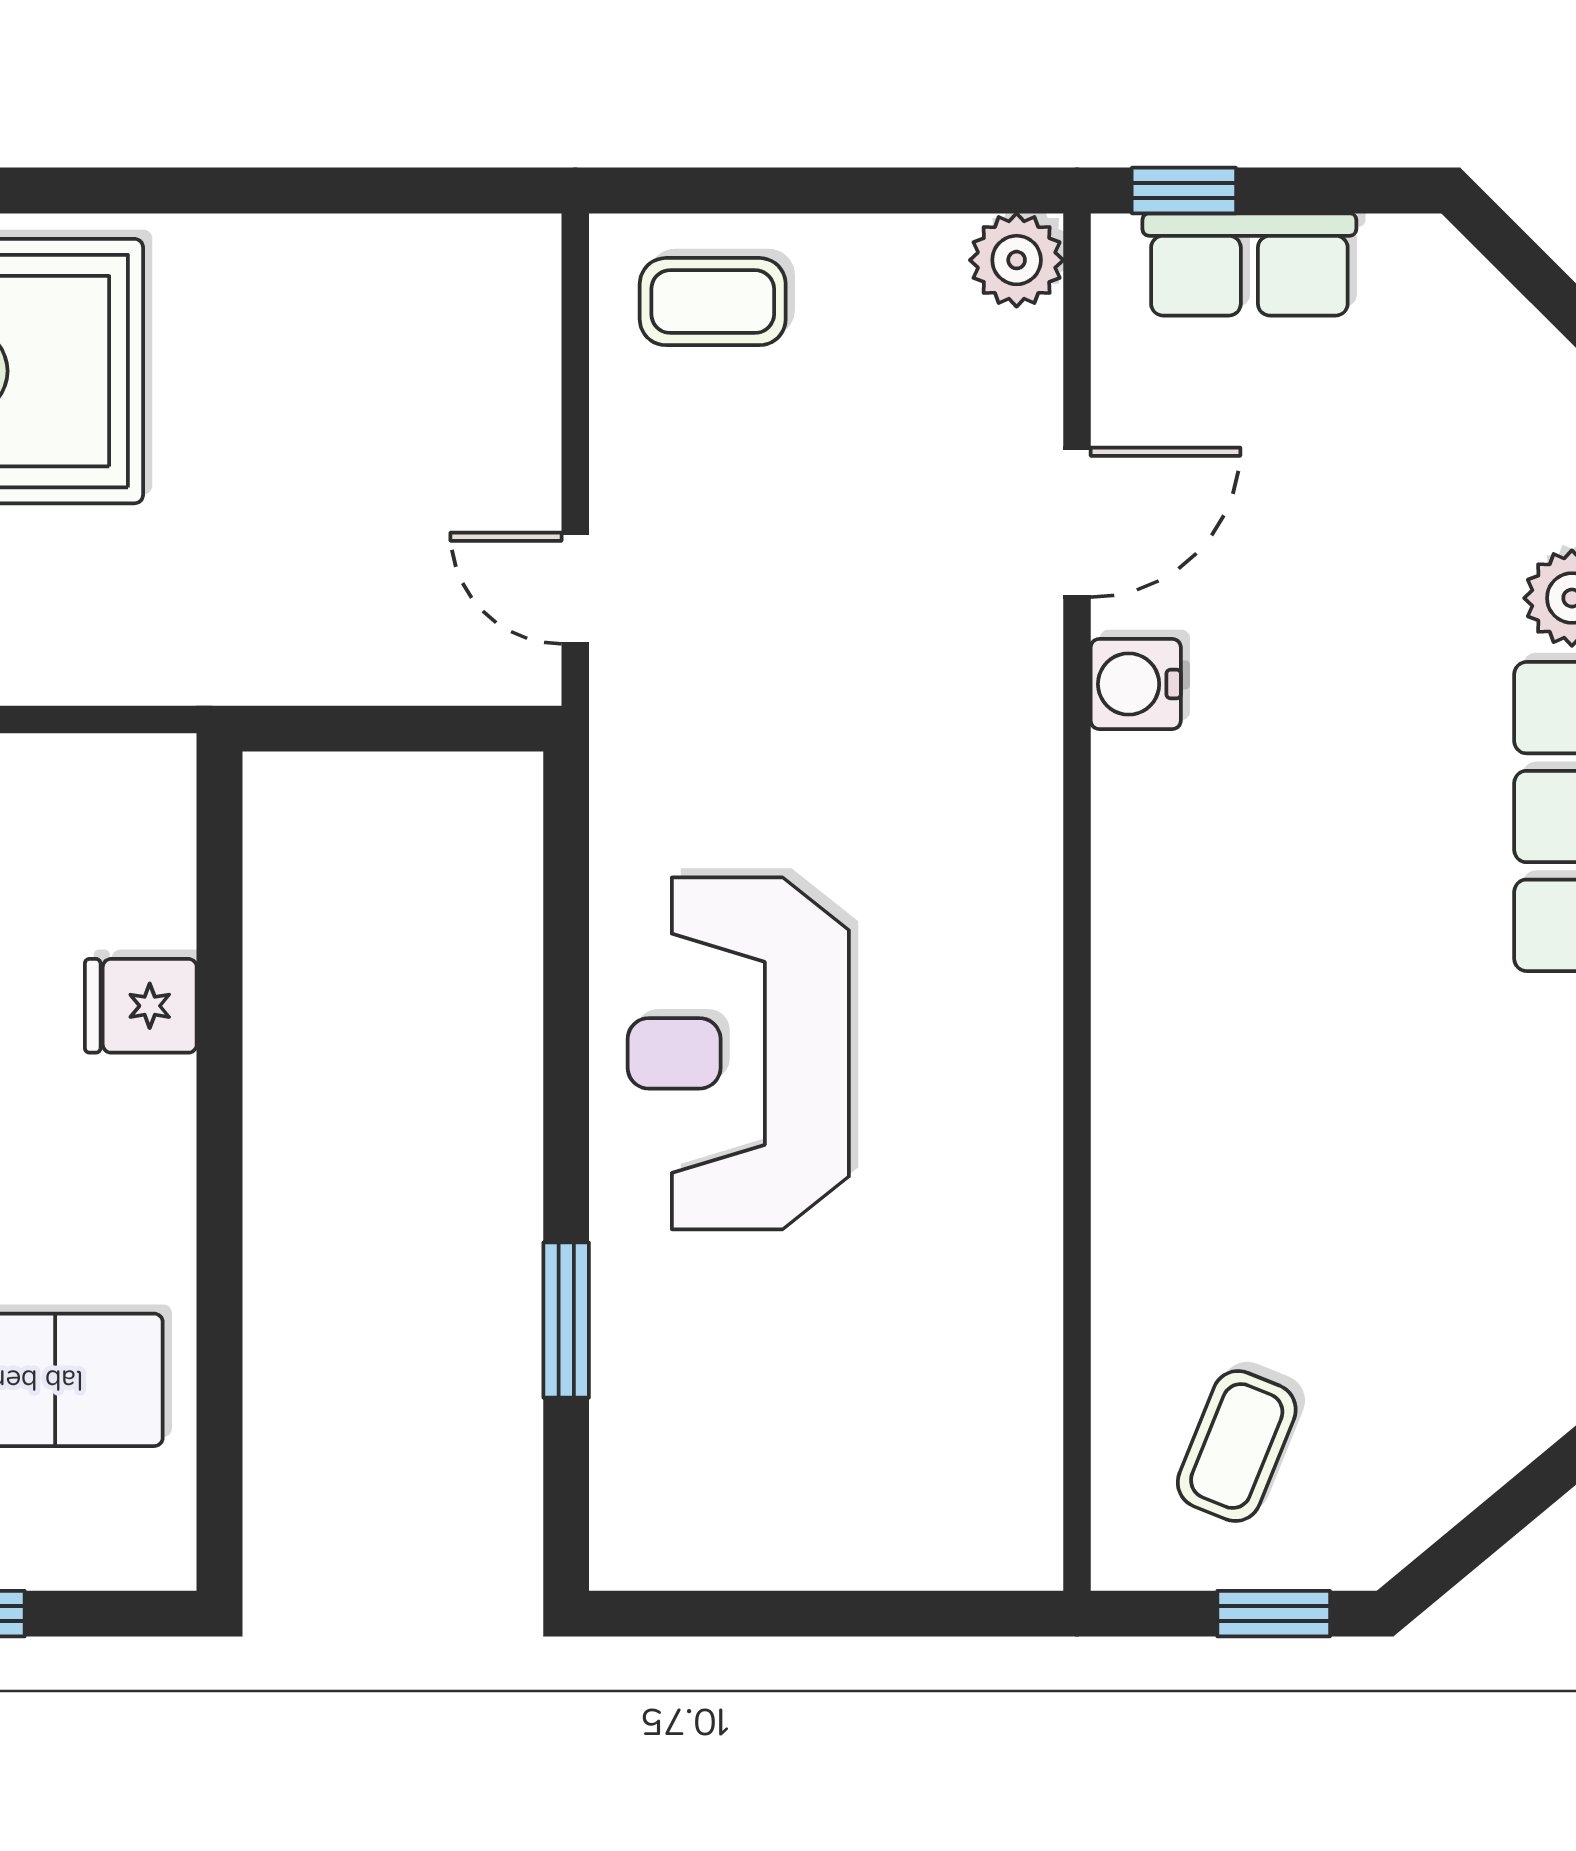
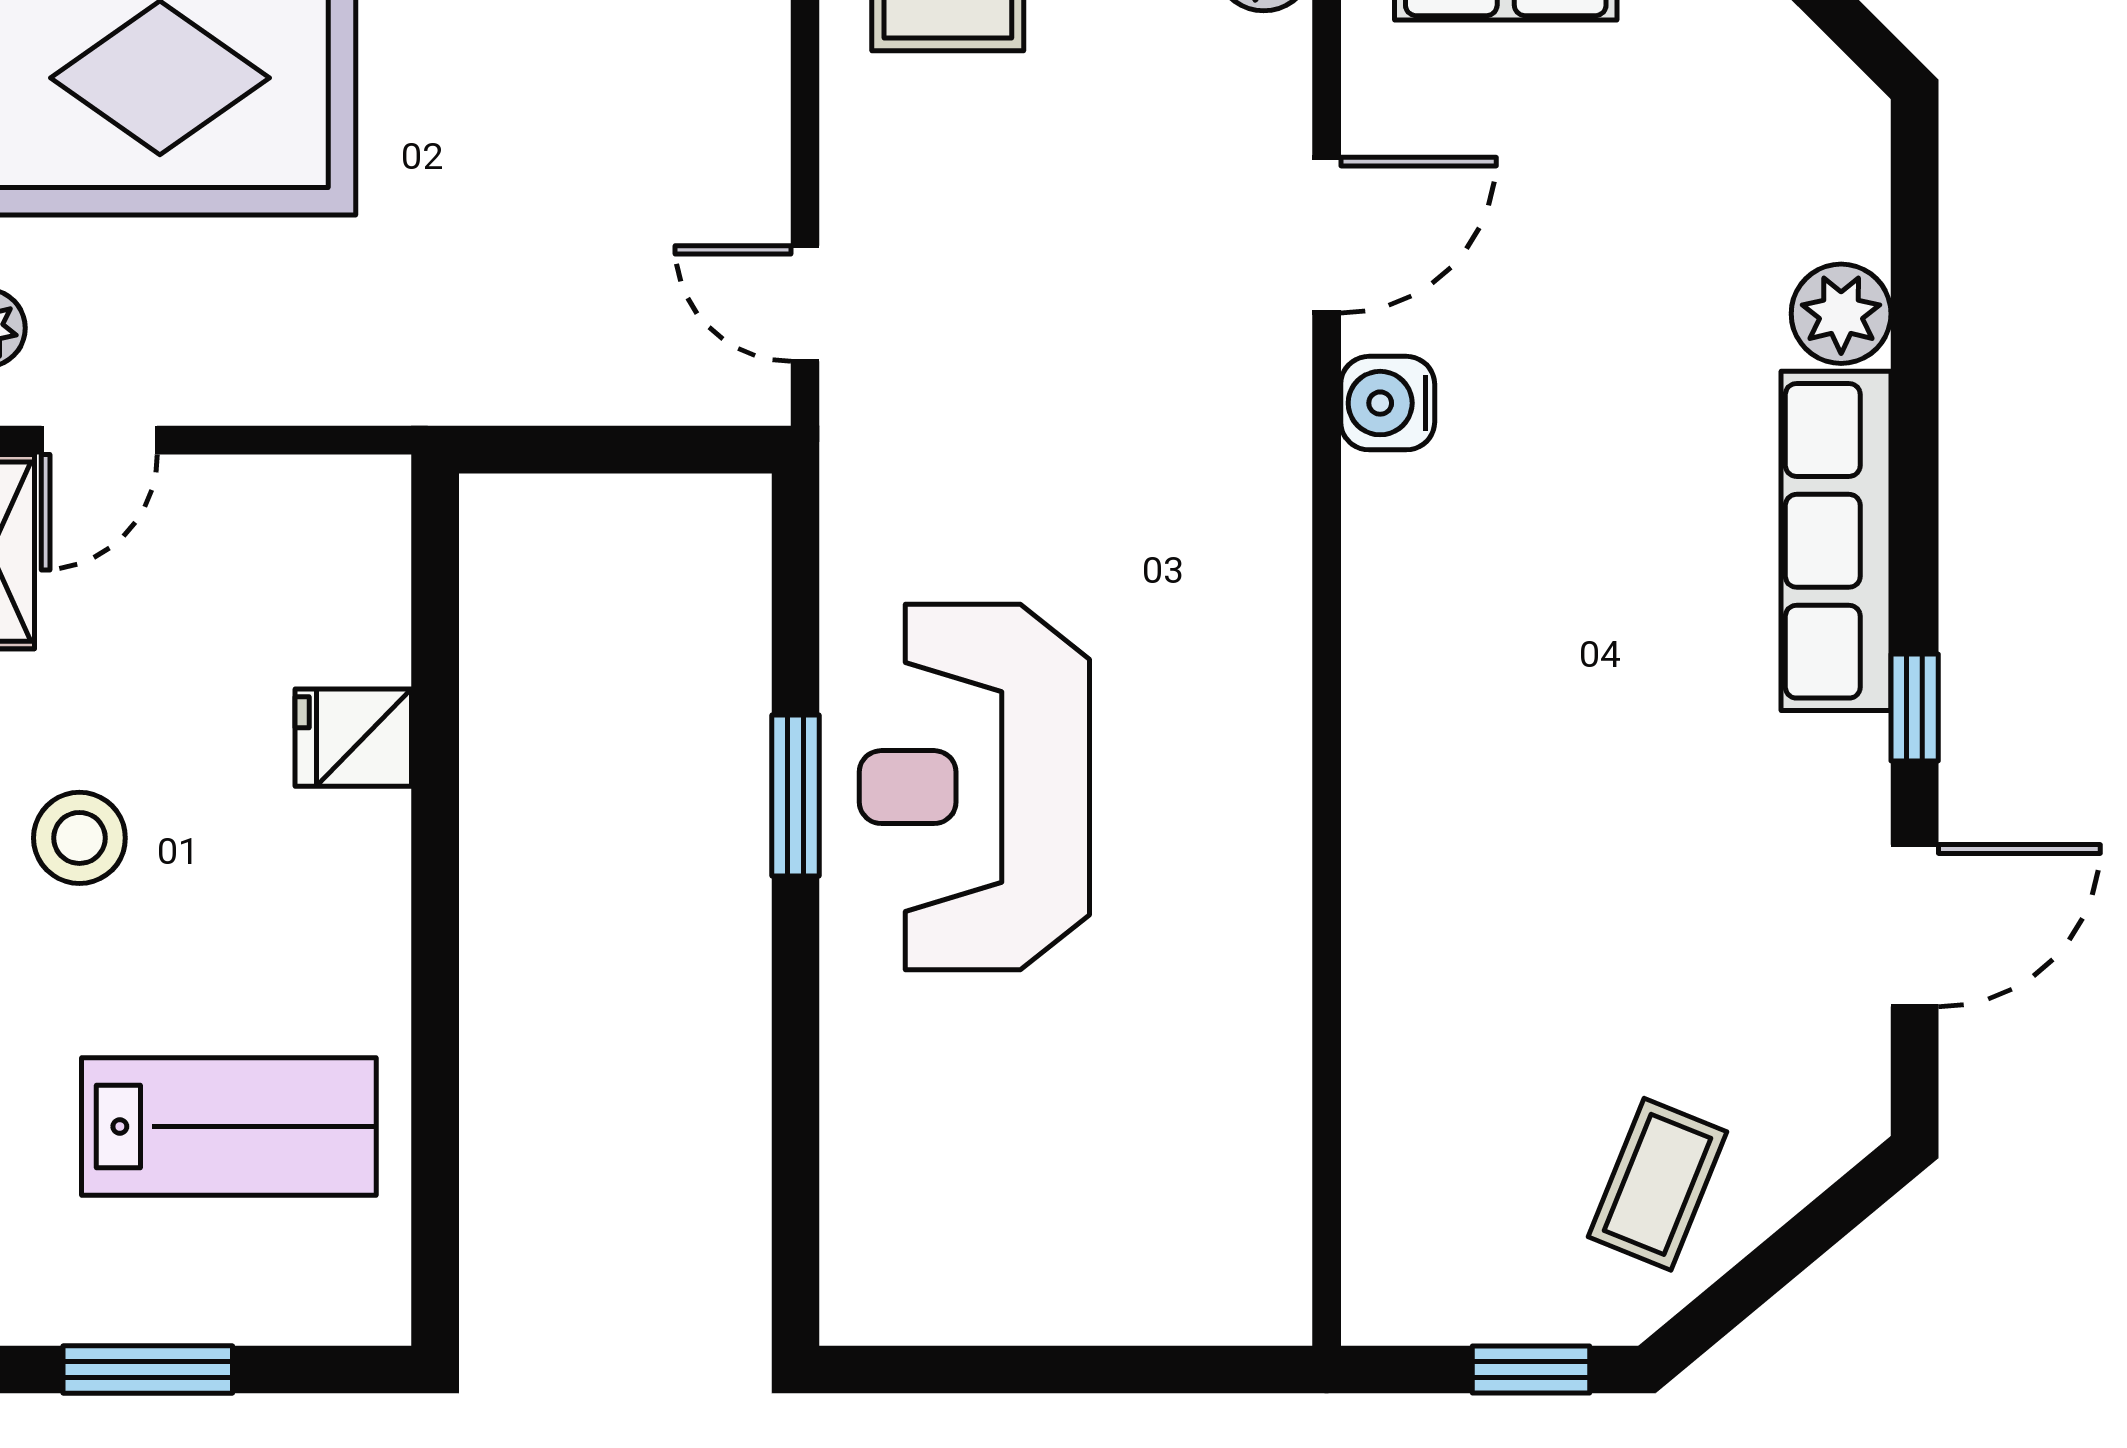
window: (566, 1320) -> (795, 796), moved
coffee table: (1237, 1446) -> (1658, 1184), moved

